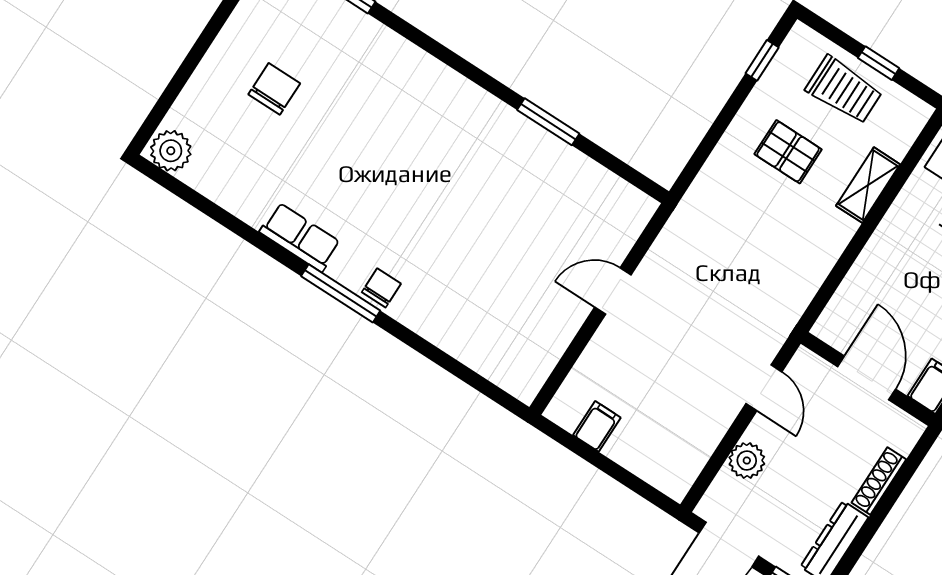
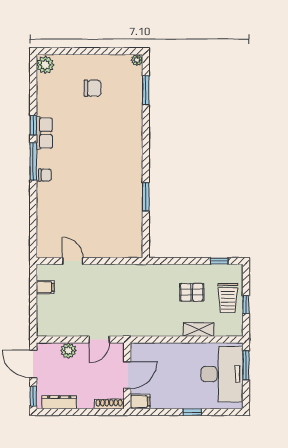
pallet: (788, 152) -> (192, 292), turned 90
window: (271, 248) -> (33, 125), added
door: (613, 291) -> (73, 261), moved
shoe rack: (879, 481) -> (109, 404), moved

